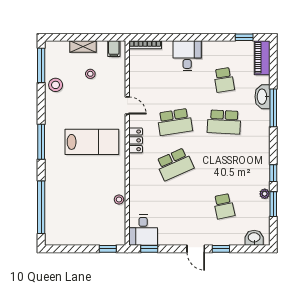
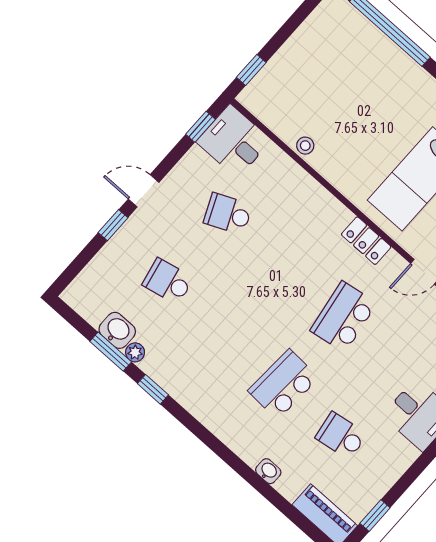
washbasin: (262, 97) -> (268, 471), width x0.52, depth x0.69
window: (273, 108) -> (243, 469), removed
school desk: (175, 164) -> (228, 214), moved, width x0.54
washbasin: (254, 238) -> (117, 330), moved, turned -90

